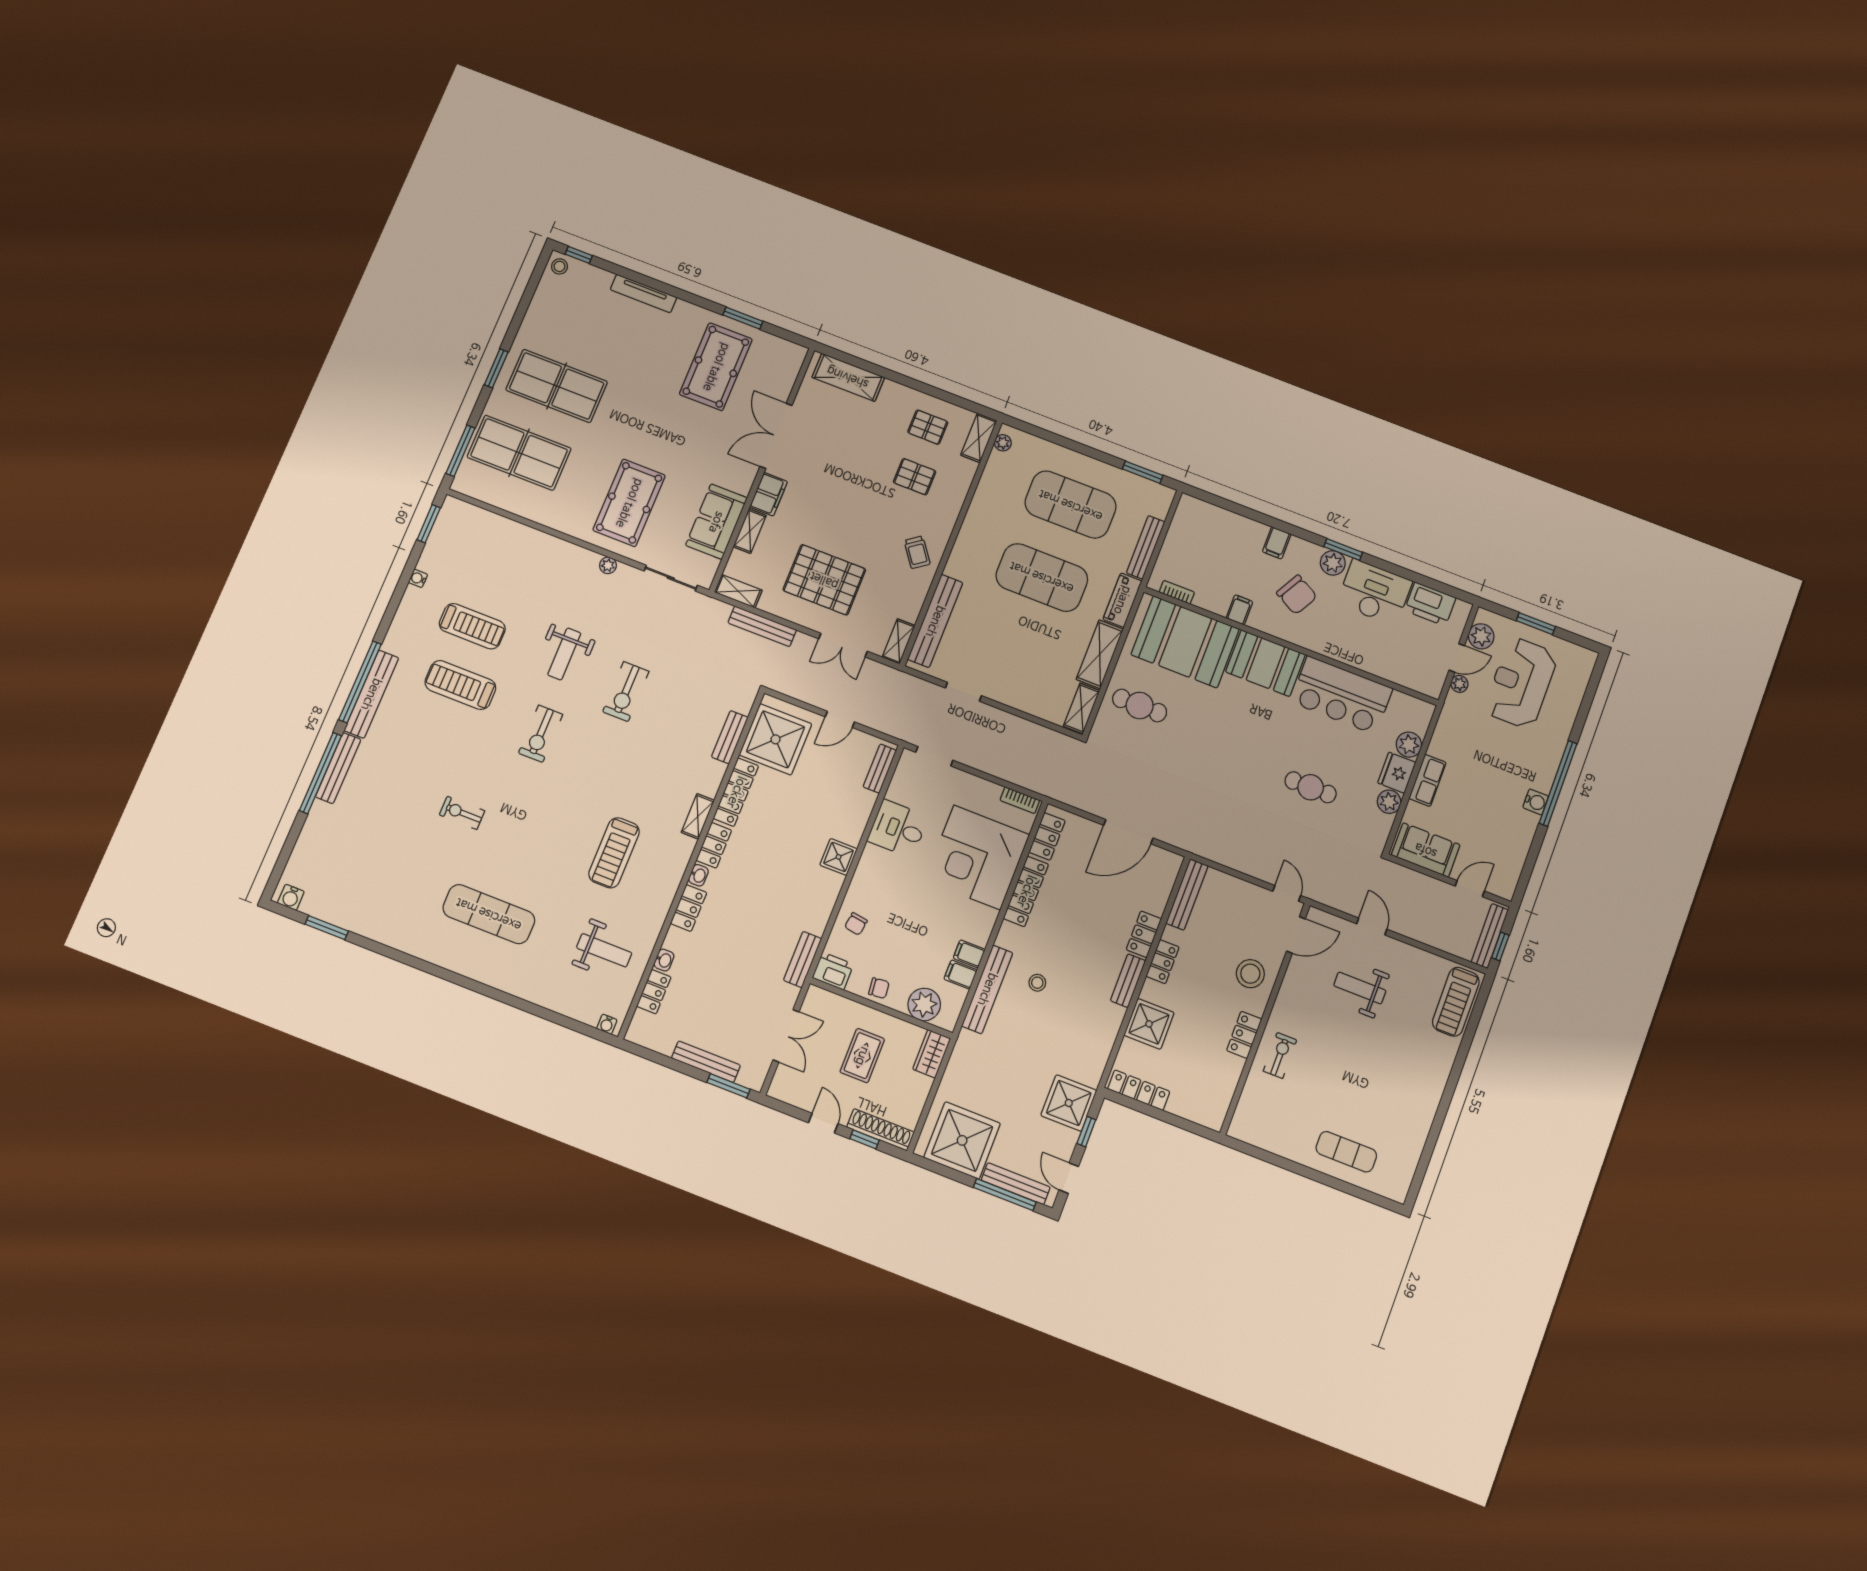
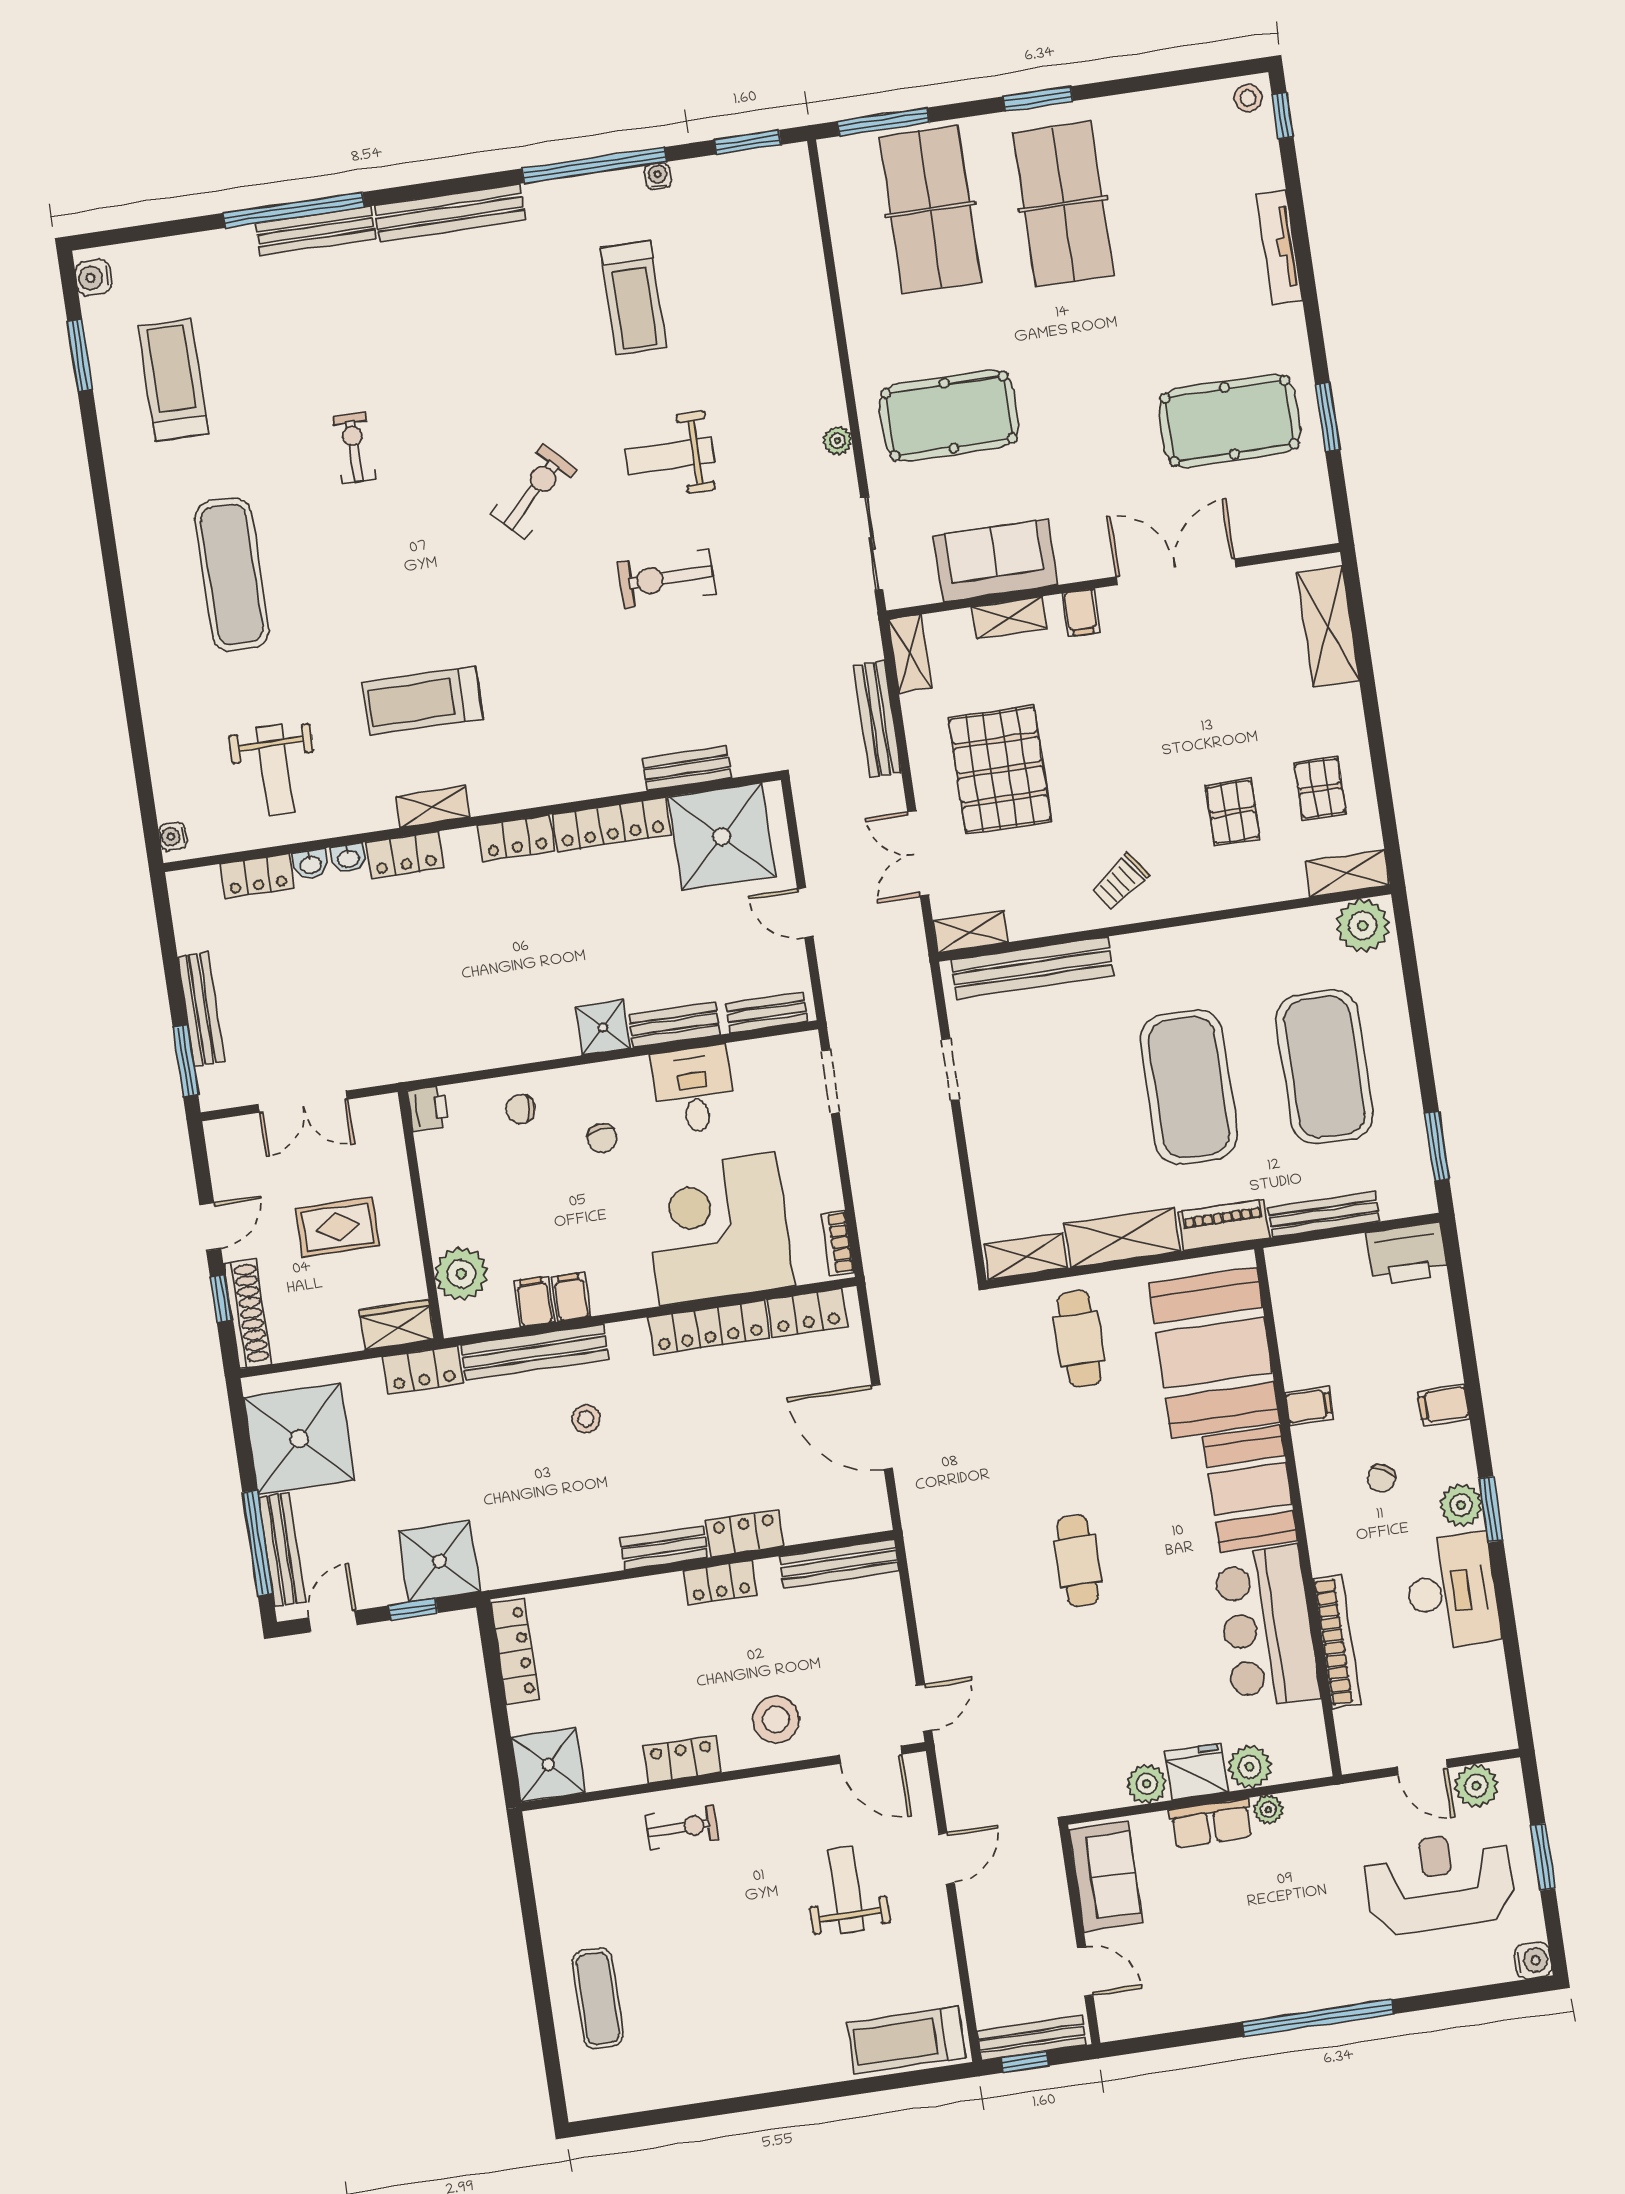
plant: (1003, 443) -> (1363, 926), width x1.88, depth x1.88
filing cabinet: (769, 494) -> (1081, 613), width x0.50
bookcase: (1177, 592) -> (1337, 1641), moved, width x2.31, depth x1.31
chair: (1297, 595) -> (1381, 1478), width x0.54, depth x0.54
printer: (1430, 604) -> (1407, 1254), moved, turned -90
window: (360, 682) -> (594, 165), moved
plant: (1459, 684) -> (1268, 1810), moved
treadmill: (460, 685) -> (173, 380), moved
exercise bike: (541, 734) -> (534, 492), turned 135
cafe table: (1311, 787) -> (1078, 1561), moved
water cooler: (1536, 802) -> (1533, 1960), moved, turned -90
shelving: (698, 816) -> (433, 807), moved
washbasin: (698, 875) -> (348, 858), moved
bench: (802, 959) -> (675, 1025), moved
printer: (833, 971) -> (428, 1108), width x0.73, depth x0.81
chair: (879, 988) -> (602, 1138), moved
shower: (1149, 1024) -> (548, 1765), moved
locker: (963, 1054) -> (423, 1370), added

